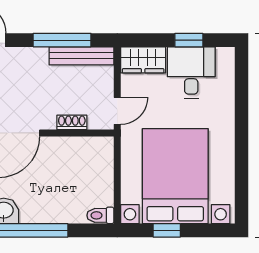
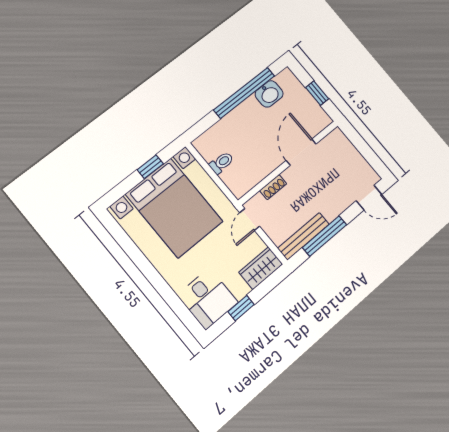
desk: (191, 73) -> (208, 299), moved
toilet: (100, 215) -> (221, 163), moved

